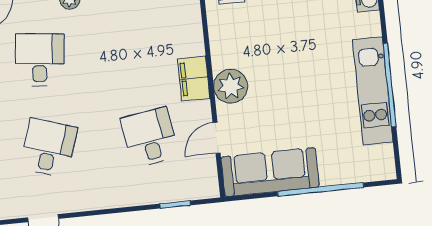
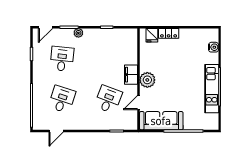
desk: (150, 137) -> (108, 99), turned 30

